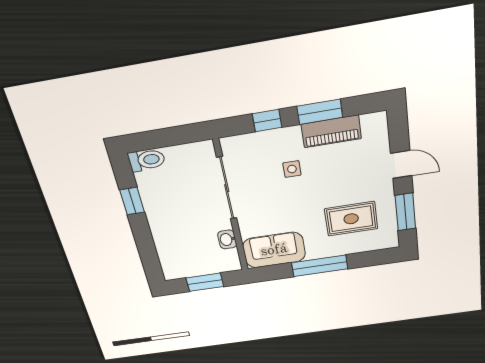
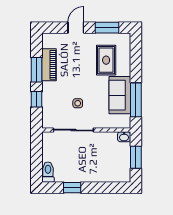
side table: (292, 169) -> (78, 103), moved
washbasin: (227, 239) -> (124, 137), moved
sofa: (274, 250) -> (120, 95), moved
window: (320, 266) -> (136, 100), moved

